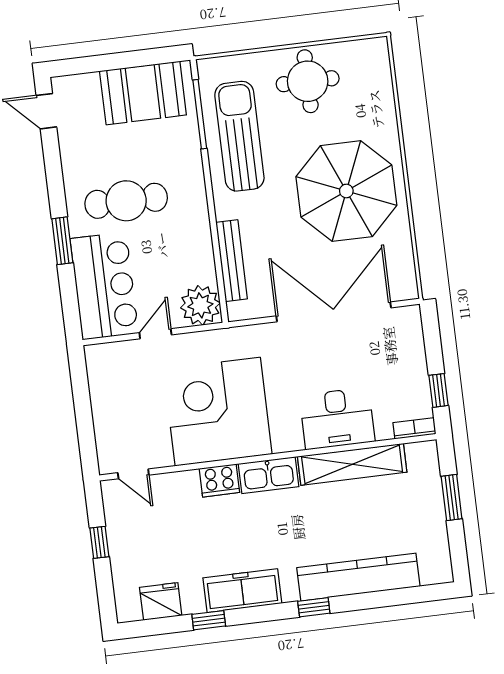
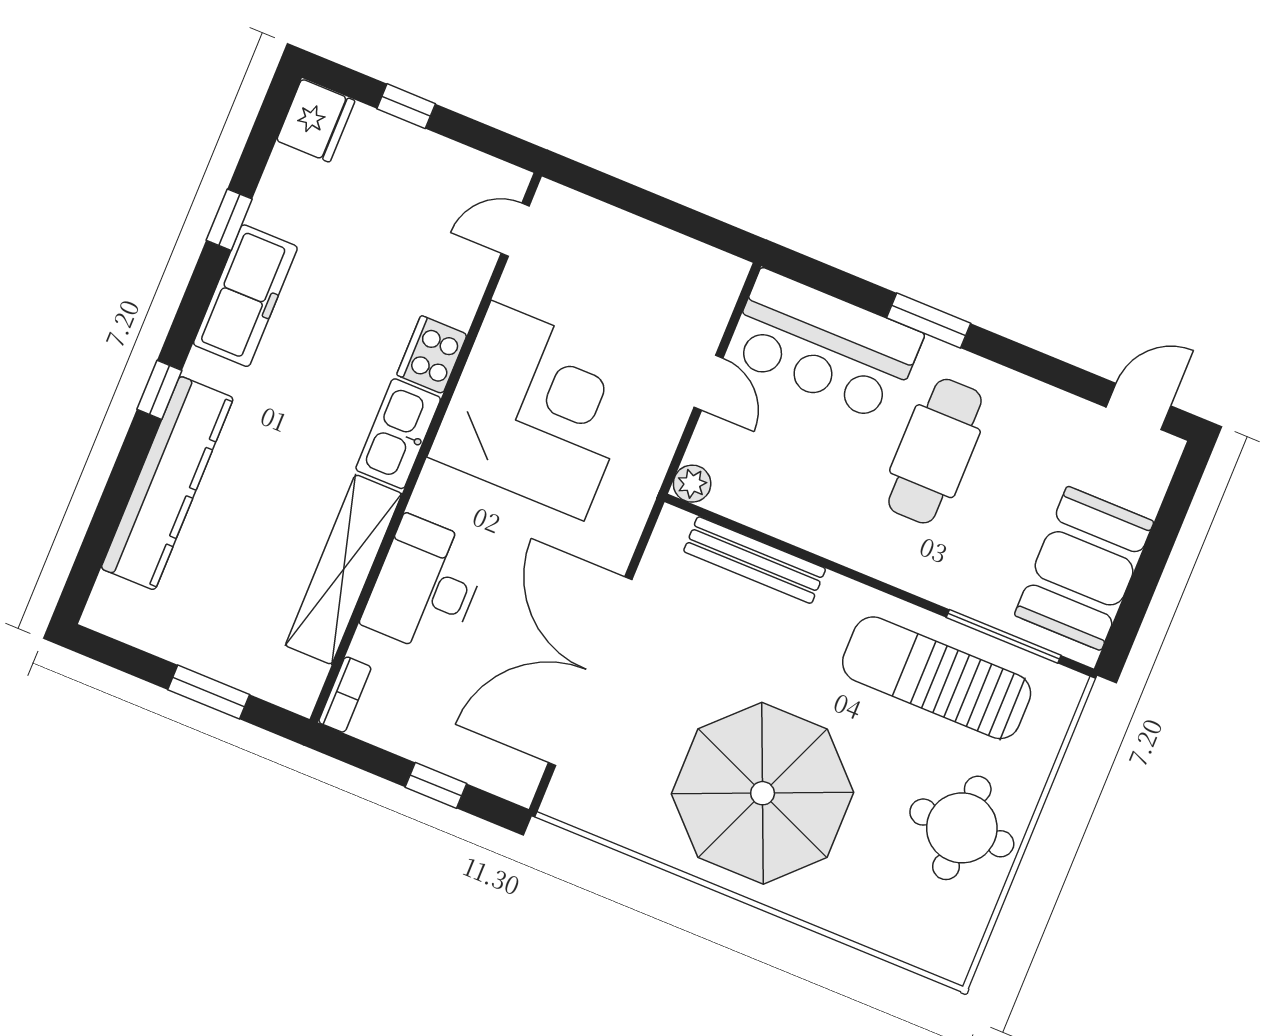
sun lounger: (239, 136) -> (937, 678), turned 180
plant: (200, 305) -> (692, 484), width x0.53, depth x0.53
double door: (334, 312) -> (590, 671), swing flipped
window: (438, 390) -> (436, 785), moved
window: (99, 542) -> (406, 106), moved
fridge: (161, 601) -> (316, 121), moved

